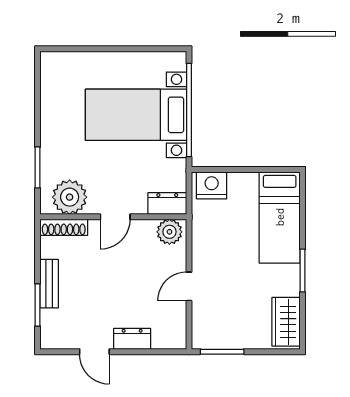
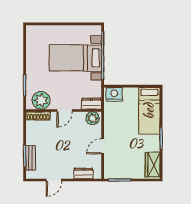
bench: (49, 284) -> (31, 158), moved
dresser: (132, 339) -> (83, 173), moved
door: (94, 352) -> (54, 180), hinge flipped

